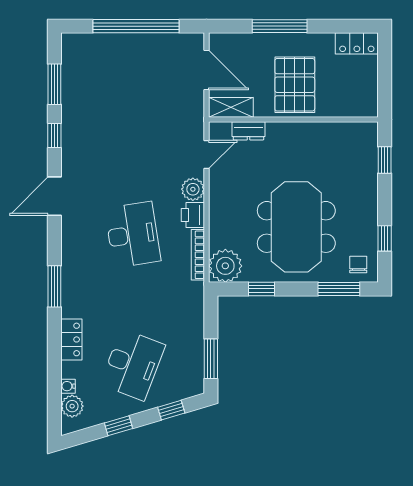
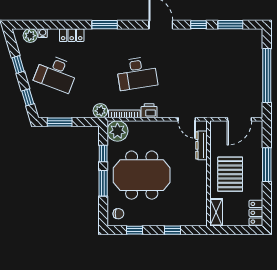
pallet: (295, 85) -> (230, 174), turned 90
shelving: (231, 107) -> (216, 212), moved
dresser: (248, 131) -> (201, 145), width x1.44
window: (385, 160) -> (172, 230), moved
plant: (193, 189) -> (100, 111), moved
window: (339, 289) -> (103, 183), moved

